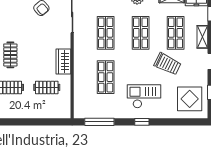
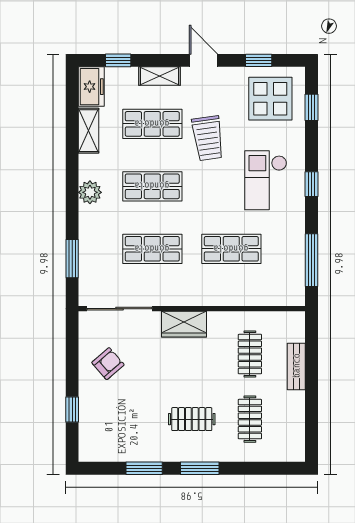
wardrobe: (63, 62) -> (184, 324), moved
trolley: (168, 64) -> (208, 138), turned 146
bench: (40, 113) -> (296, 366), added
window: (185, 122) -> (311, 107), added

